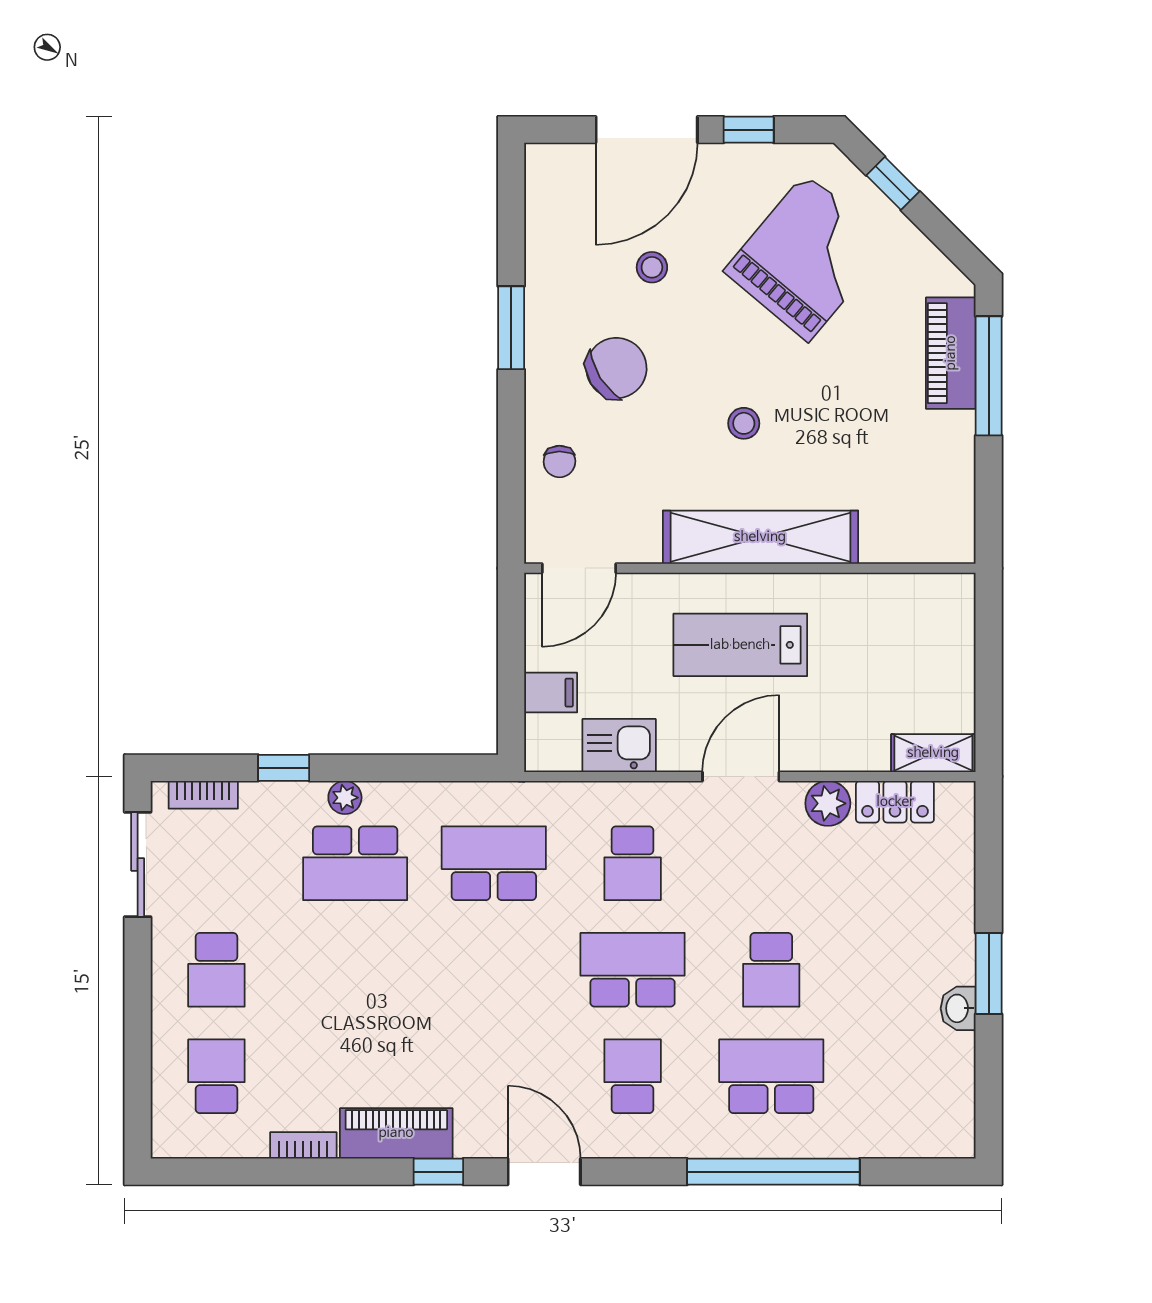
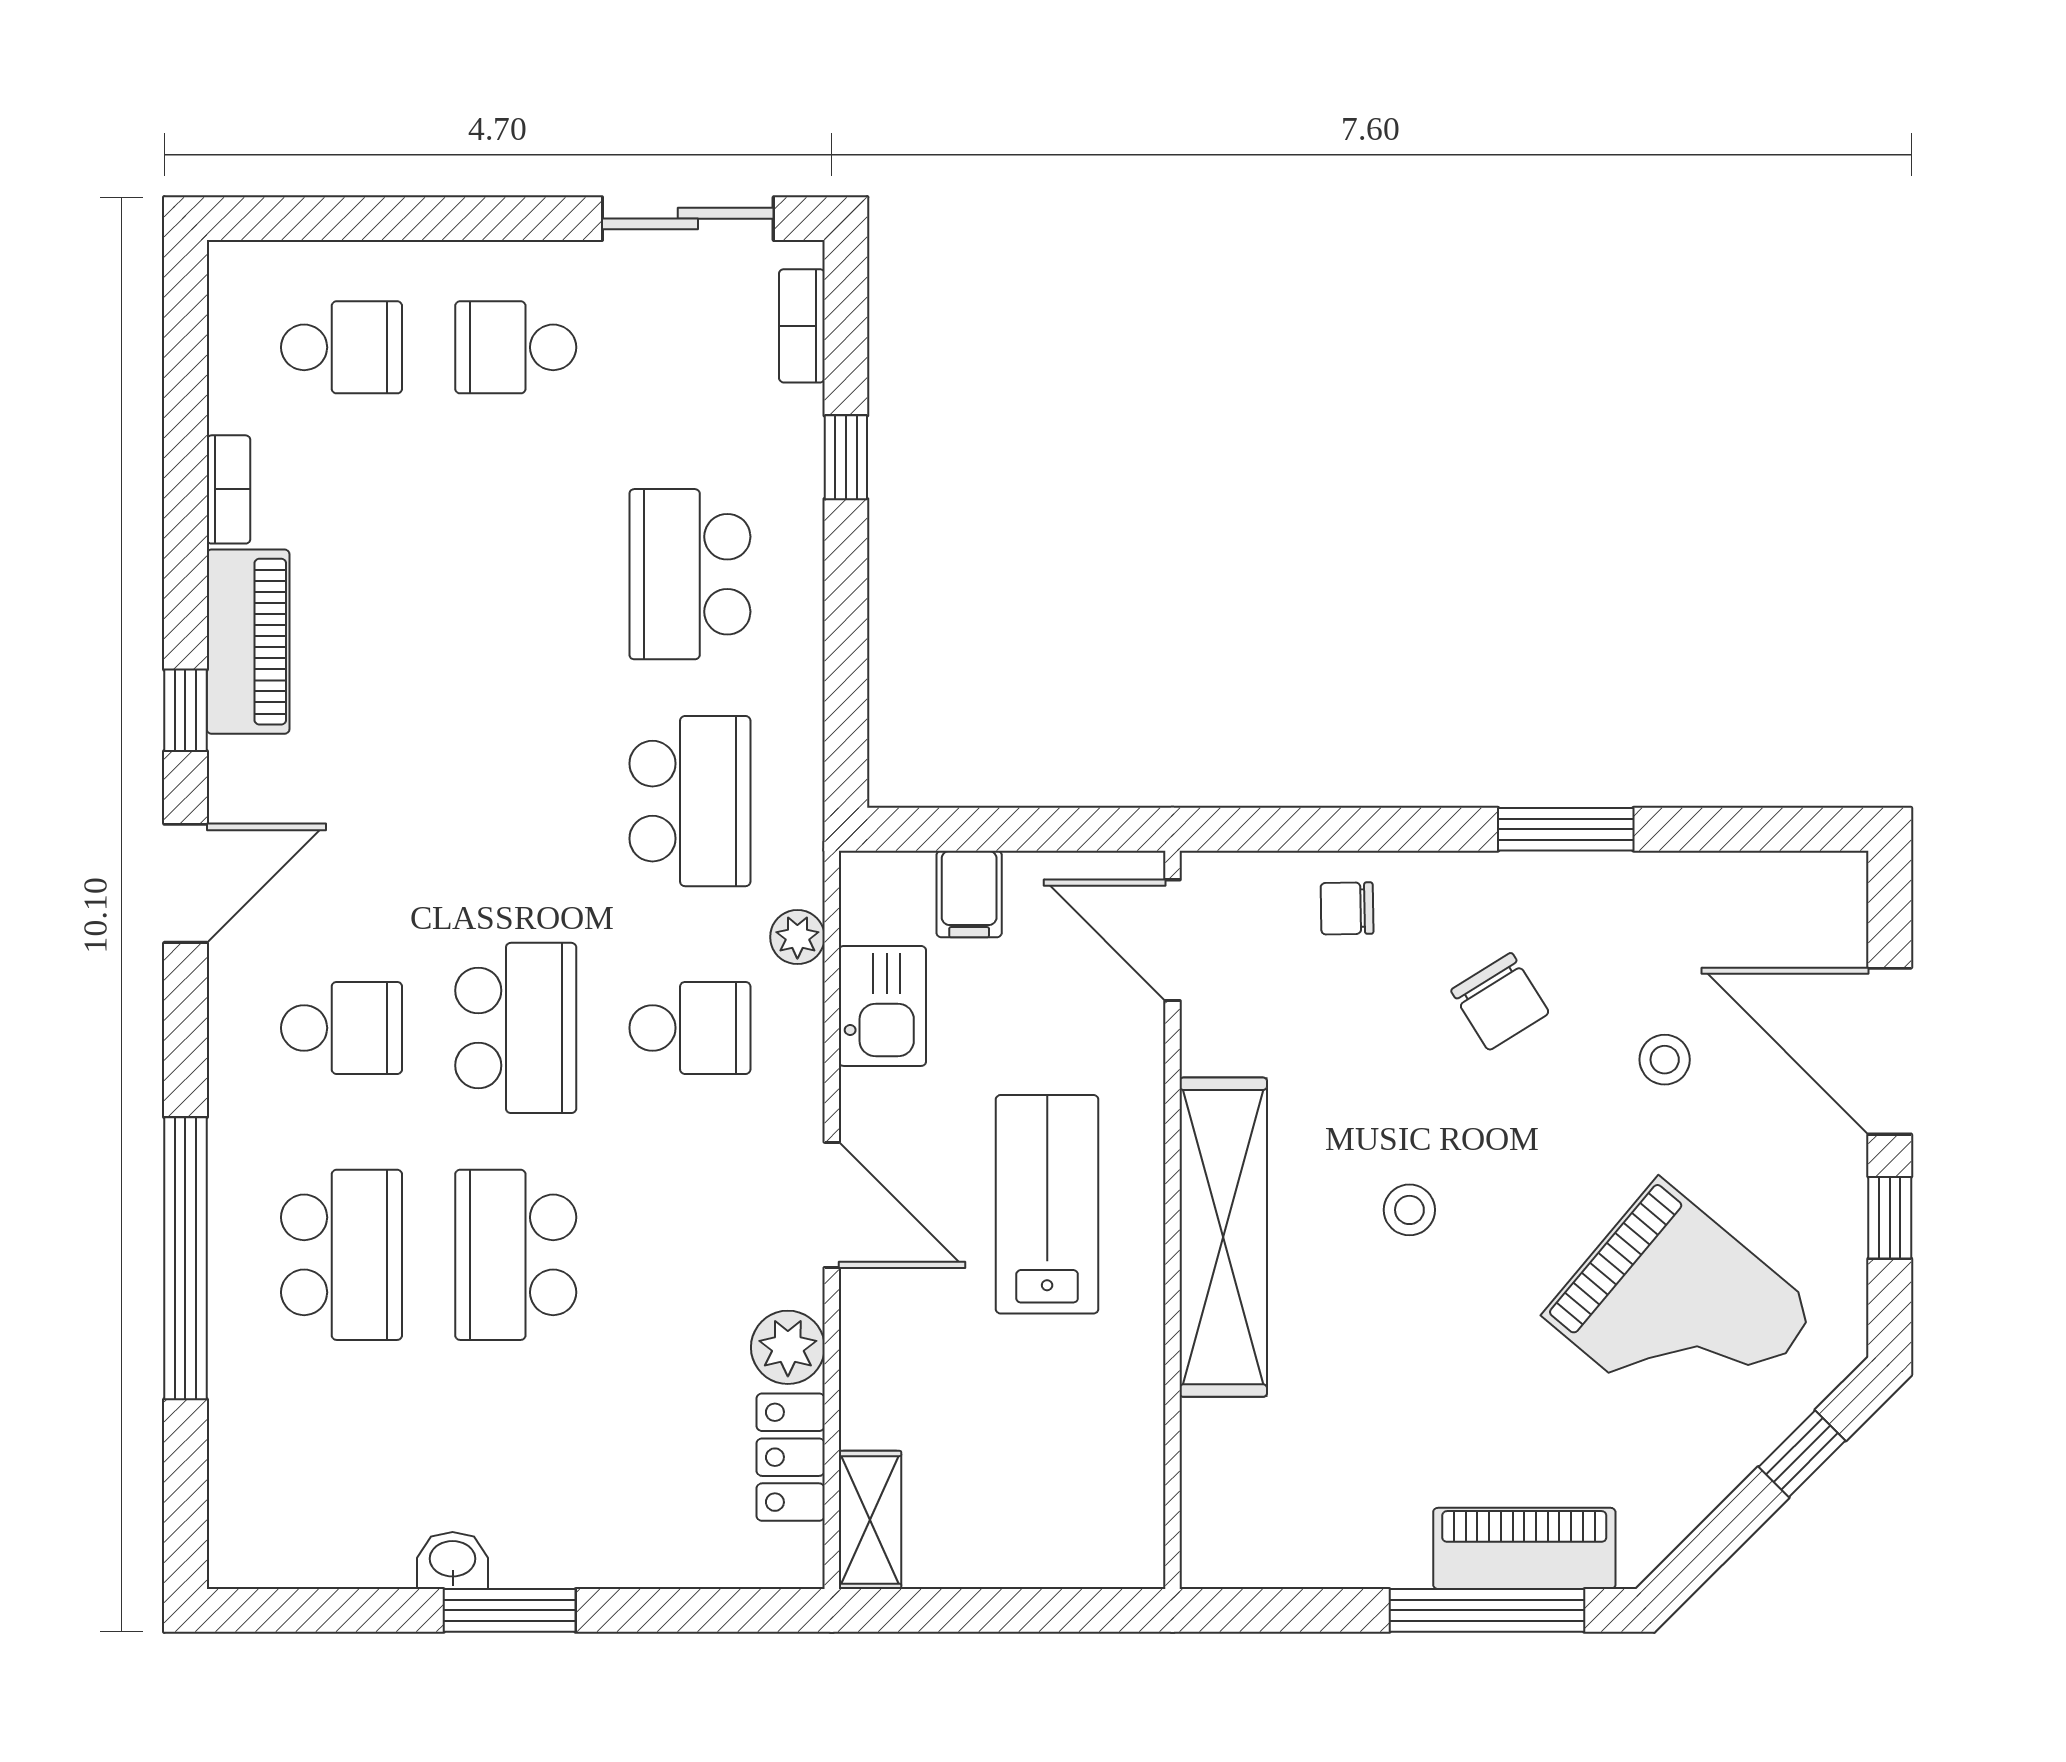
chair: (616, 368) -> (1500, 1002), width x0.73, depth x0.73
plant: (345, 798) -> (797, 937), moved
school desk: (633, 863) -> (690, 1028), turned 180
school desk: (771, 970) -> (516, 1255), width x1.85

